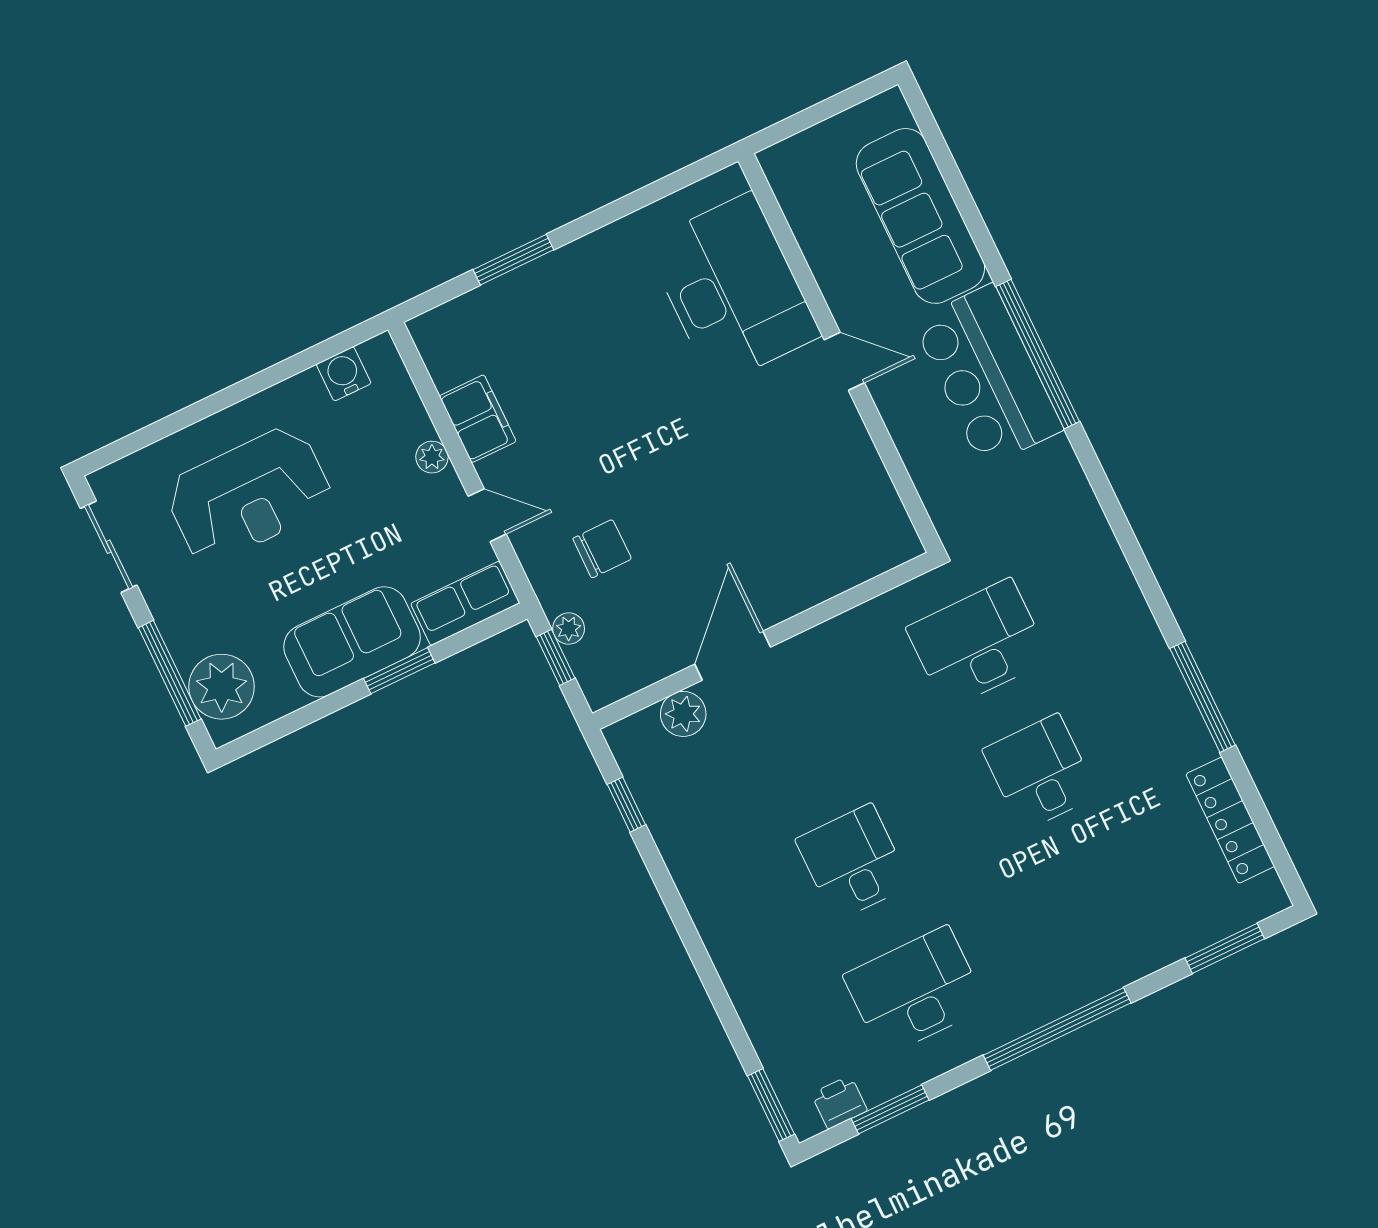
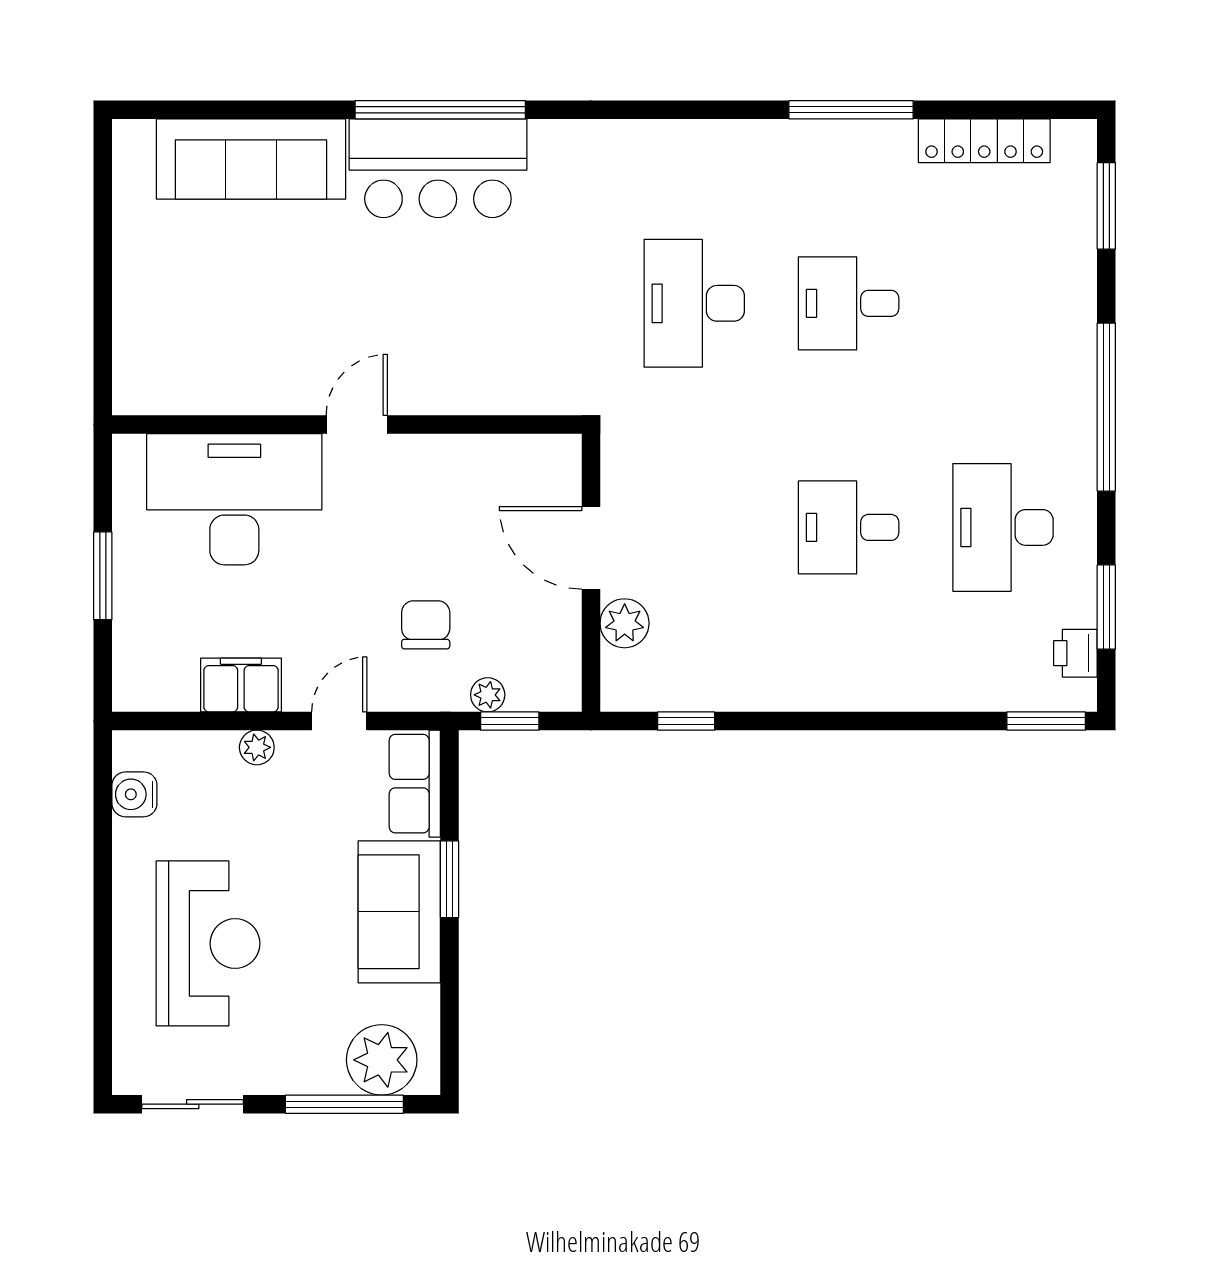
desk: (733, 289) -> (234, 499), moved
wall: (840, 353) -> (347, 425), moved
door: (844, 361) -> (357, 425), moved

